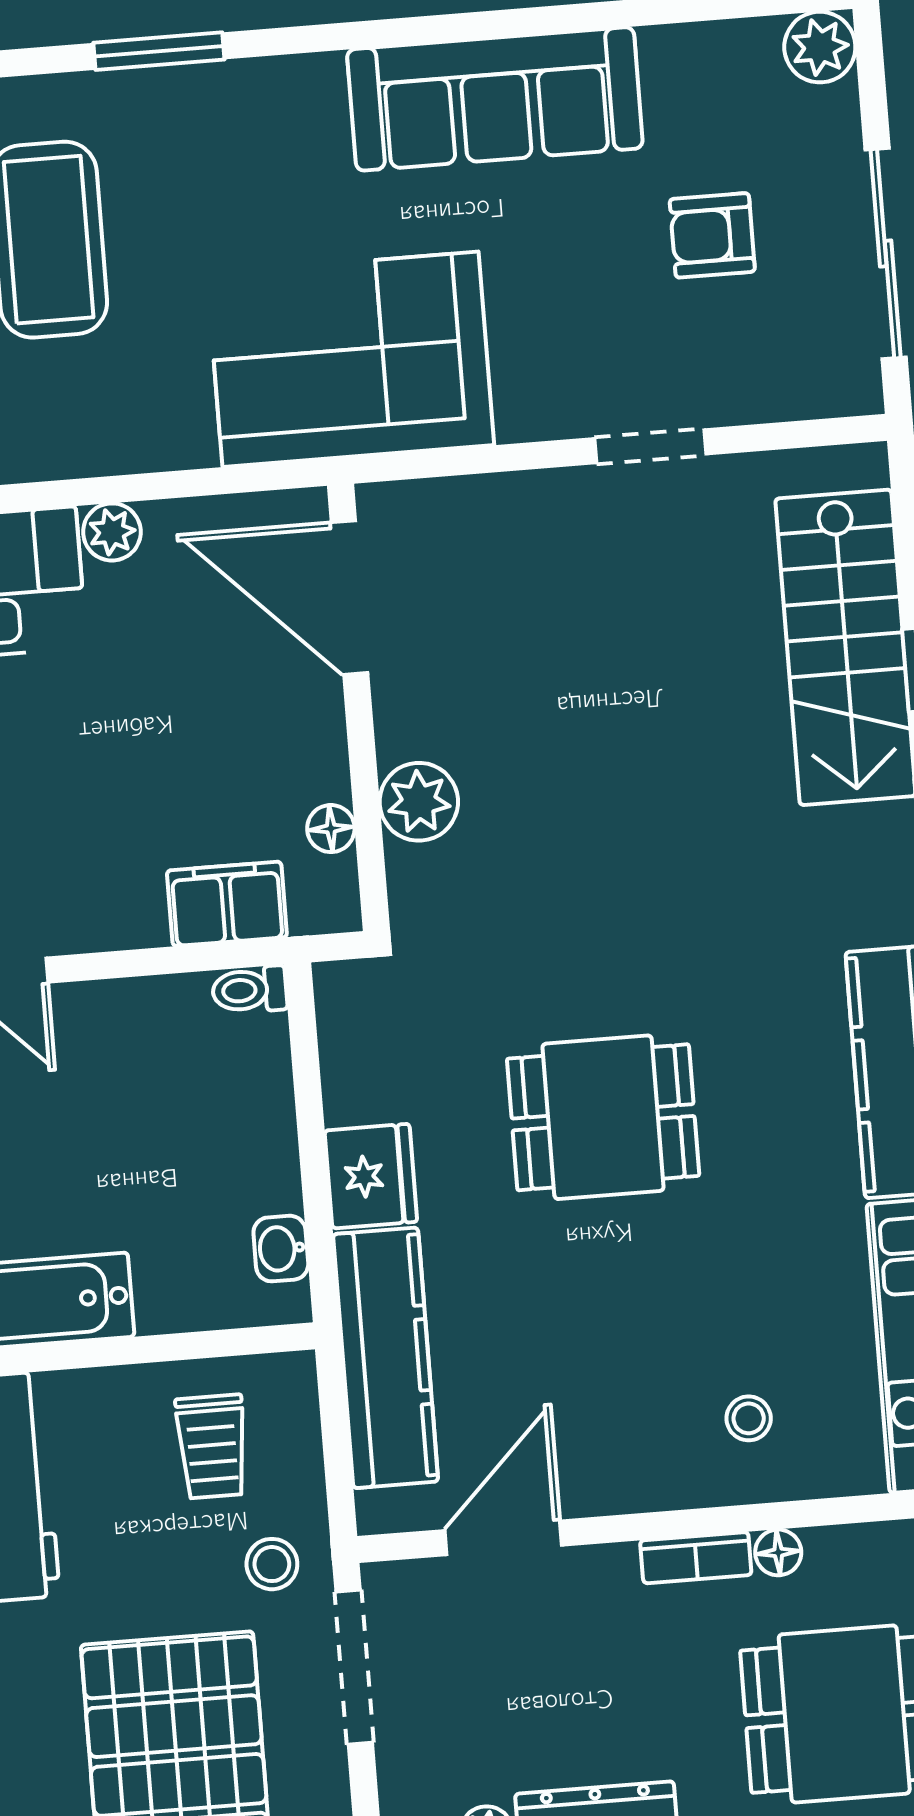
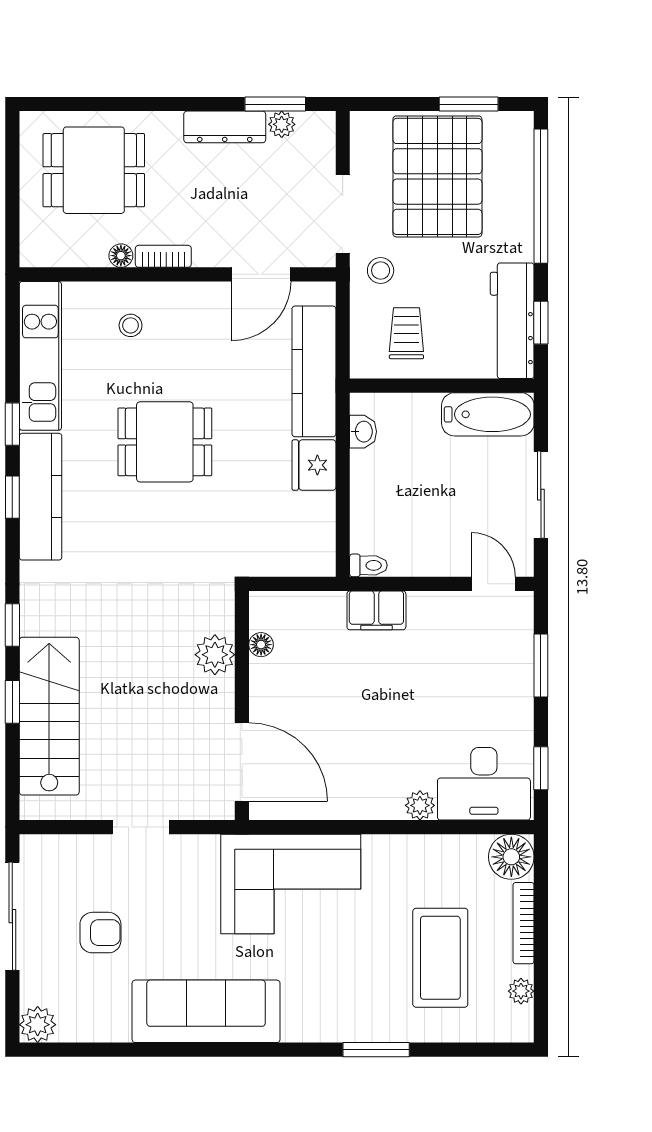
door: (350, 598) -> (242, 762), moved
wall: (358, 707) -> (242, 705), moved
plant: (419, 802) -> (215, 655), moved
floor lamp: (331, 829) -> (261, 645), moved
dining table: (603, 1117) -> (165, 442), moved

